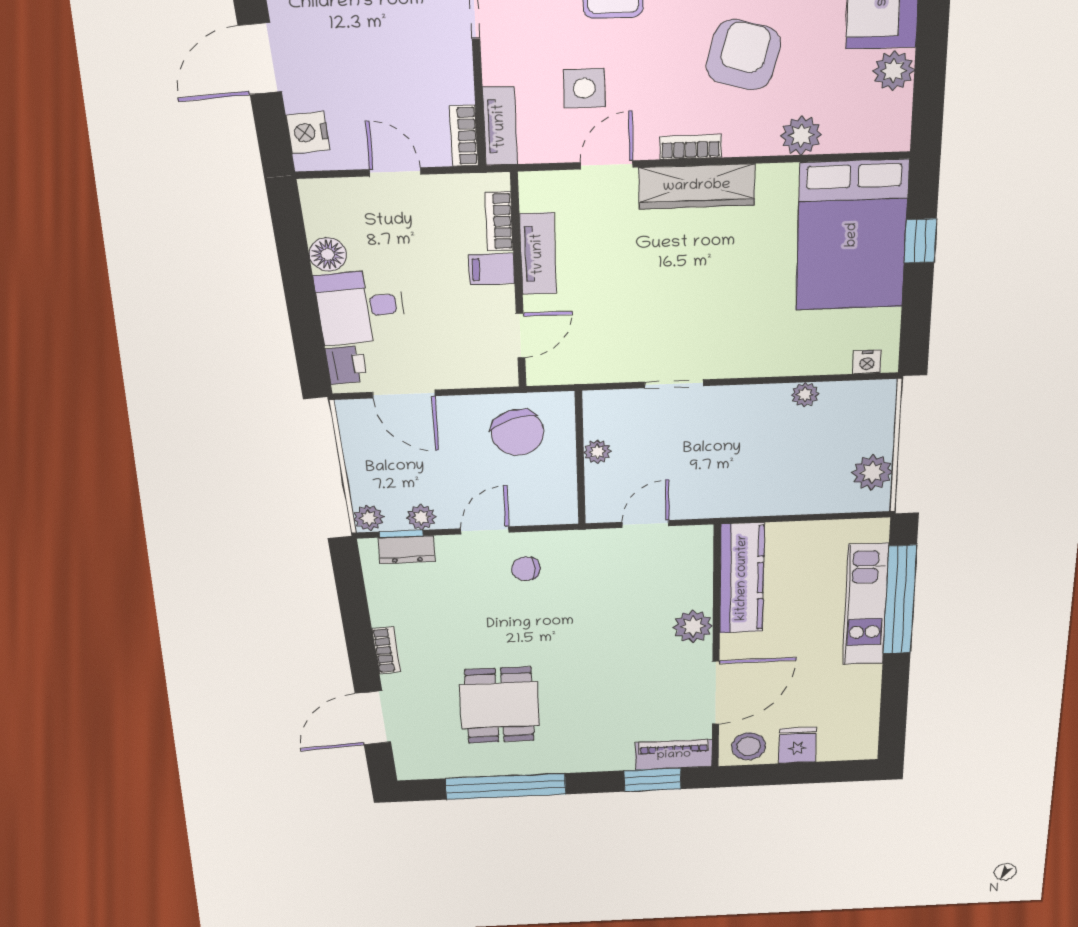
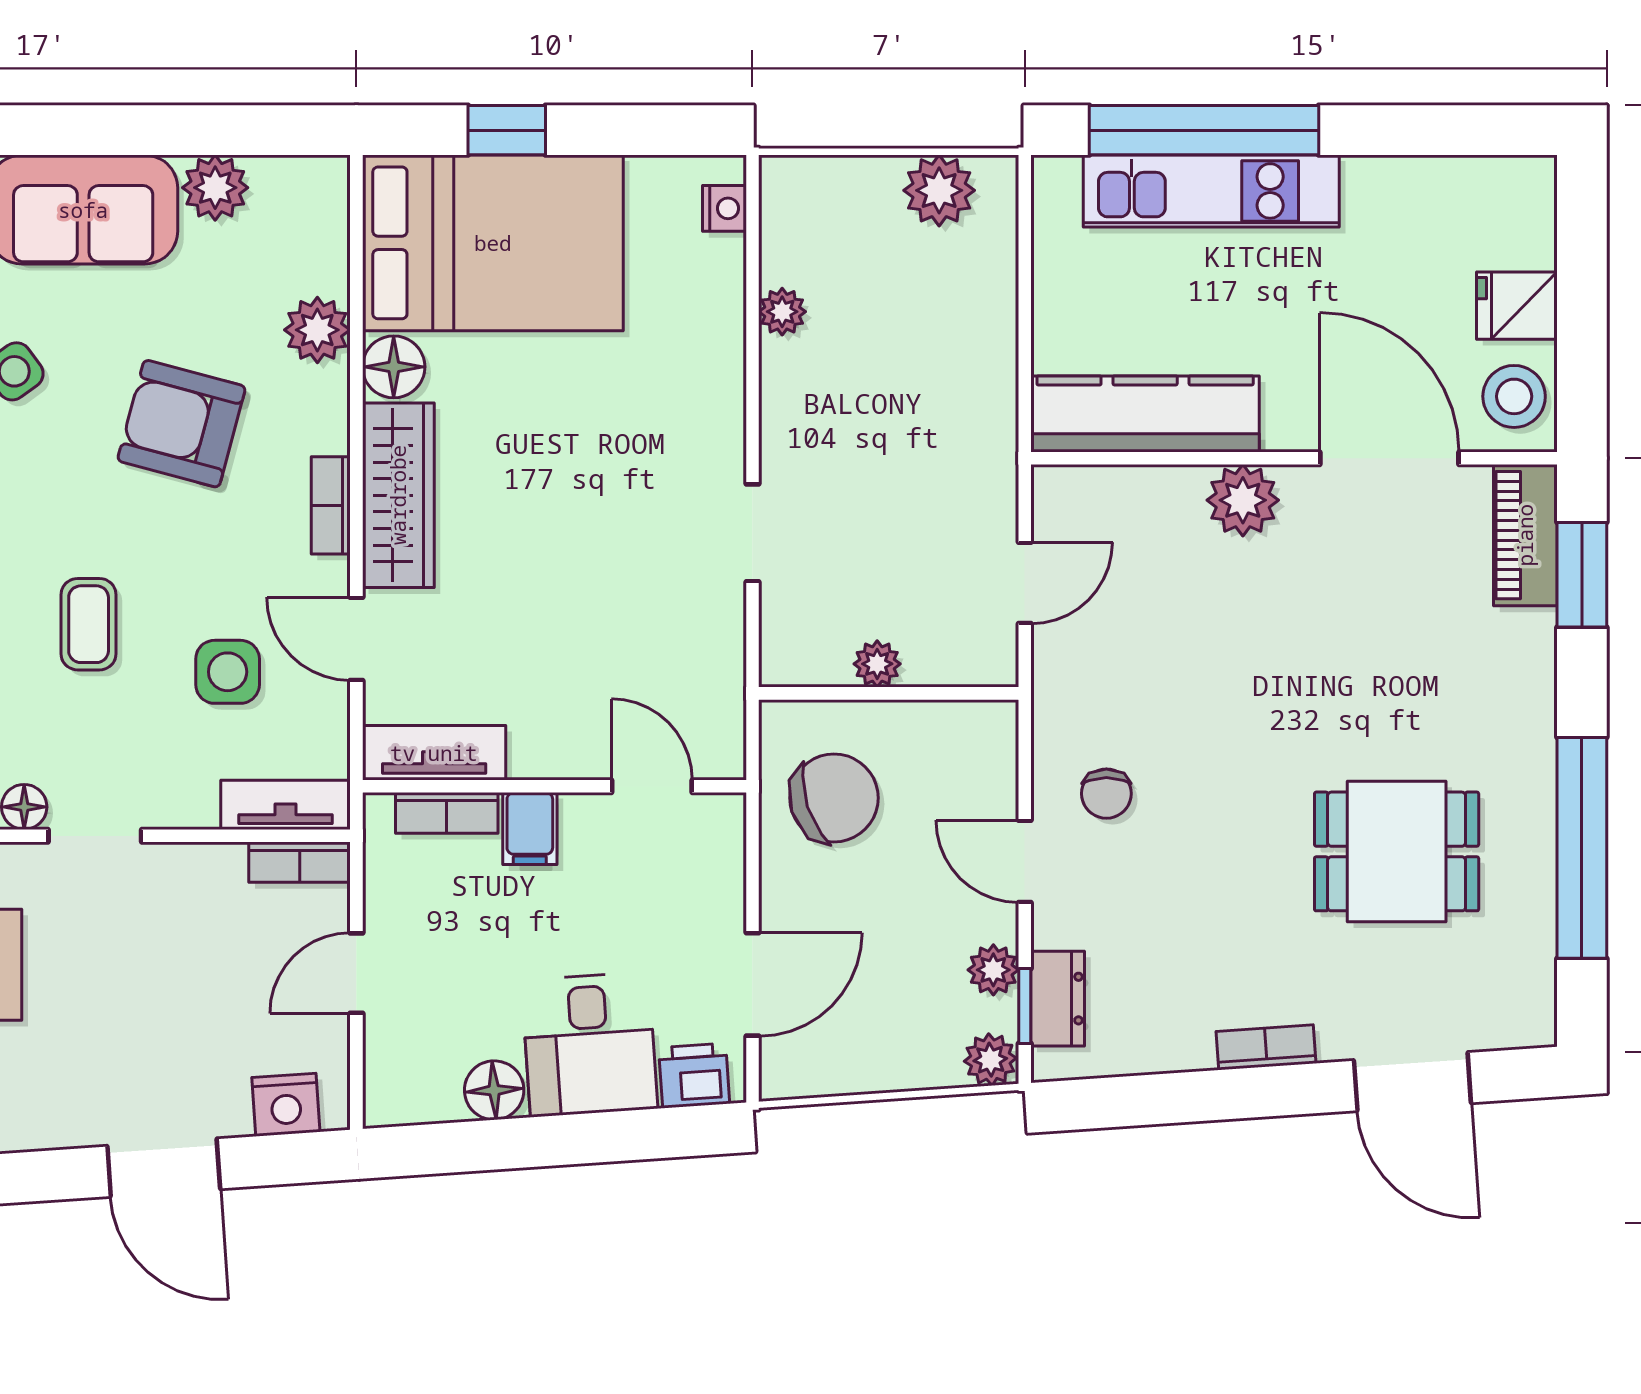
floor lamp: (777, 181) -> (394, 367), added
tv unit: (538, 254) -> (434, 753), moved
door: (646, 524) -> (1025, 583), swing flipped

